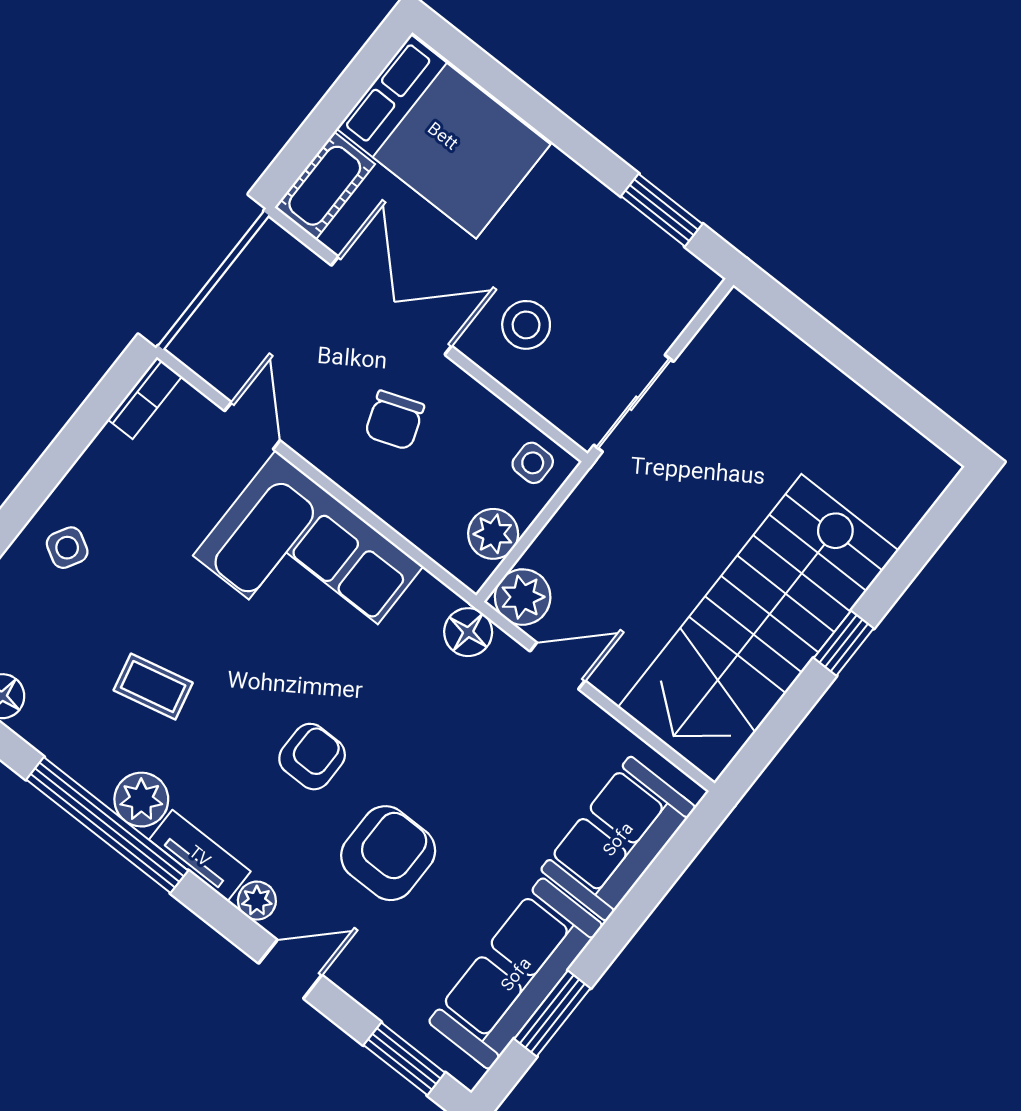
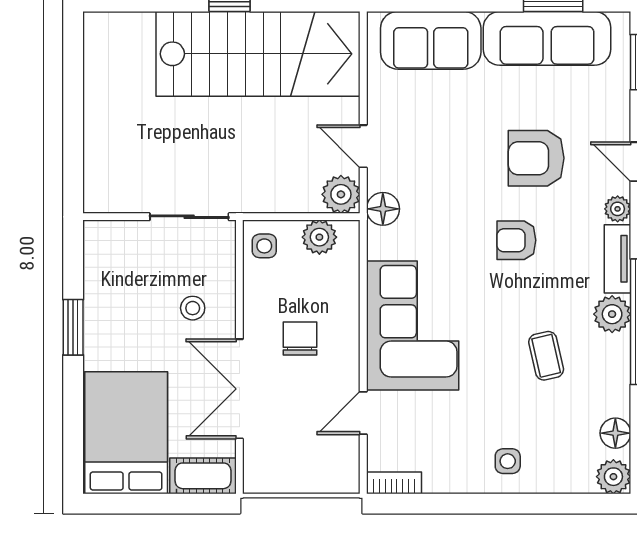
window: (662, 210) -> (73, 327), moved
stool: (526, 325) -> (193, 308), width x0.73, depth x0.73
chair: (394, 420) -> (300, 339), turned -70
side table: (67, 548) -> (508, 461), turned -30

